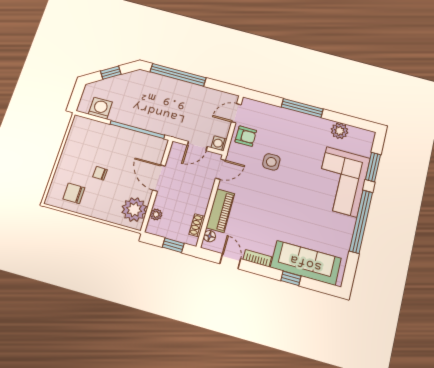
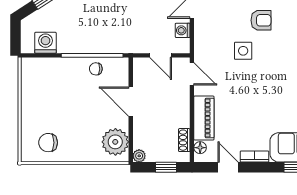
armchair: (246, 136) -> (261, 20), moved
washing machine: (219, 143) -> (183, 30), moved
door: (197, 146) -> (161, 55), hinge flipped
door: (220, 169) -> (192, 74), hinge flipped
chair: (100, 173) -> (96, 69), moved
plant: (156, 214) -> (139, 156), moved

